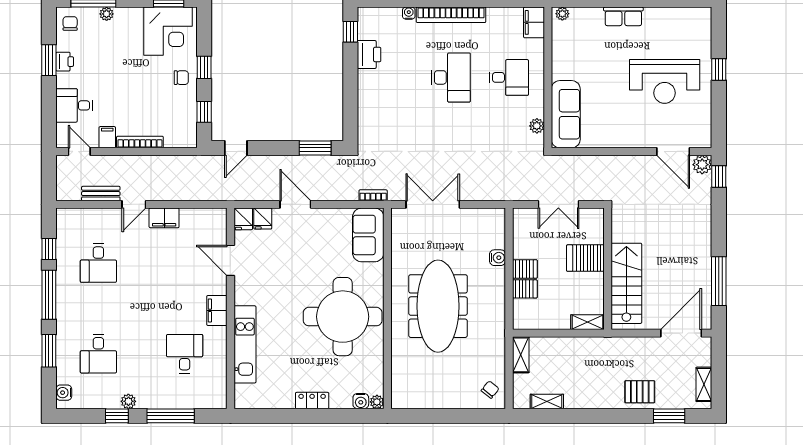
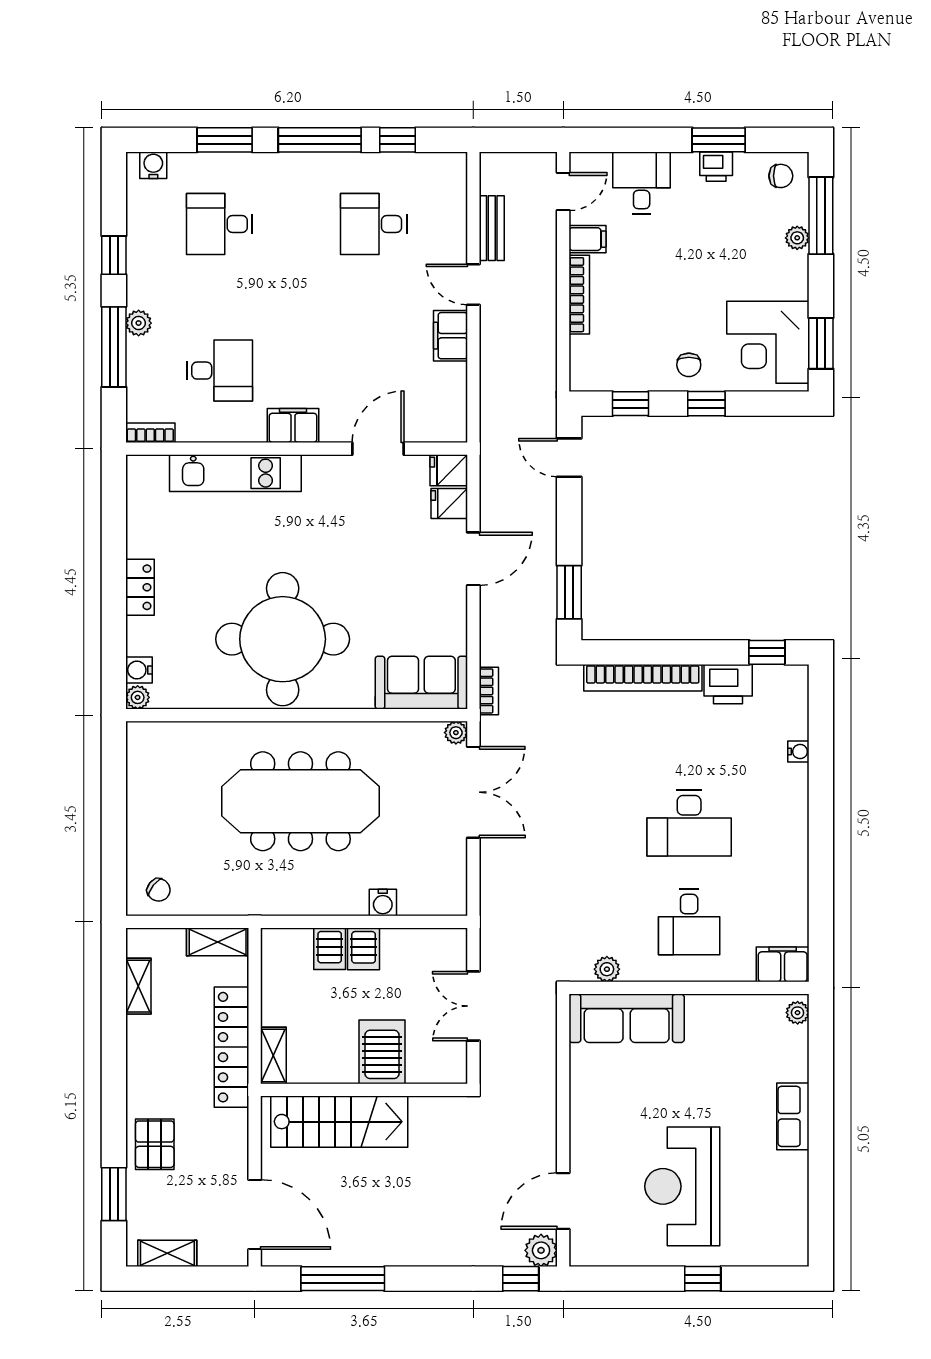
bookcase: (451, 15) -> (643, 678), moved, turned -90
plant: (398, 215) -> (456, 733), added
locker: (583, 347) -> (232, 1047), added
bookcase: (221, 394) -> (150, 433), added
plant: (128, 401) -> (139, 323), moved

